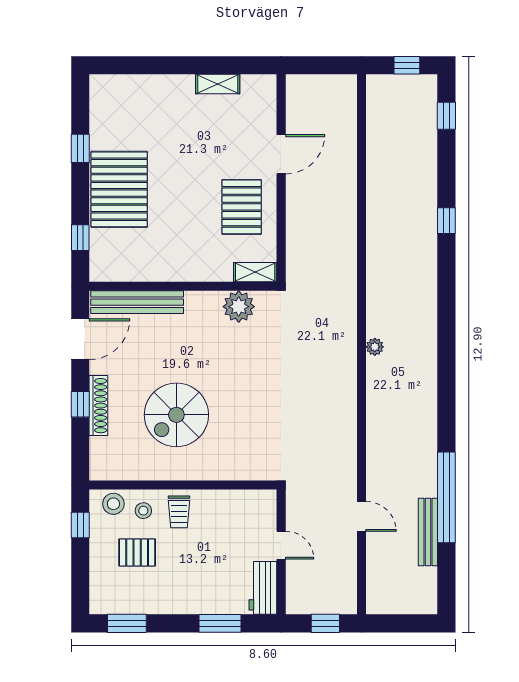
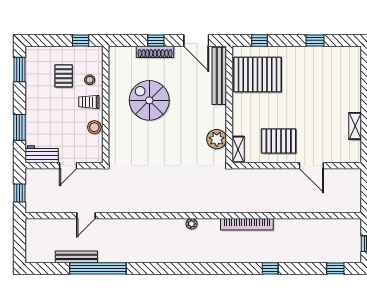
pallet: (119, 189) -> (258, 75), moved
bookcase: (376, 258) -> (247, 224), added
stool: (113, 504) -> (94, 127), moved

